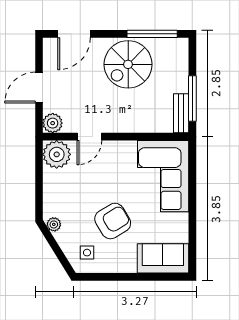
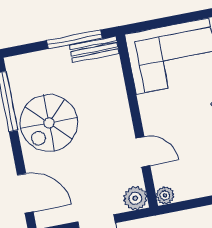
spiral stairs: (128, 64) -> (49, 123), turned 90
plant: (57, 154) -> (165, 195), width x0.53, depth x0.53

